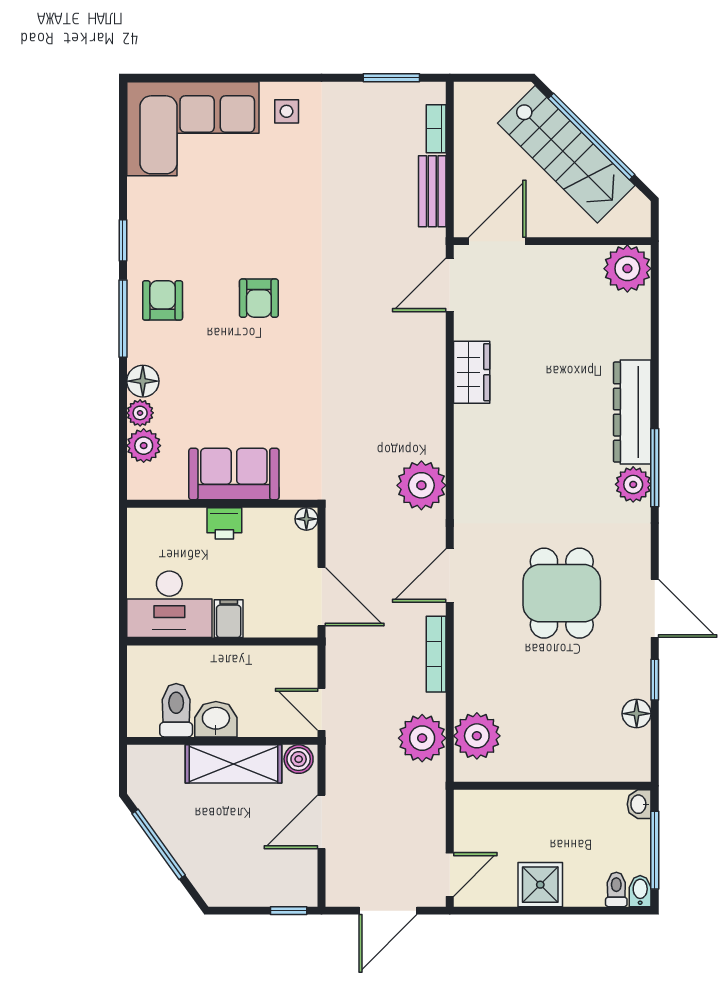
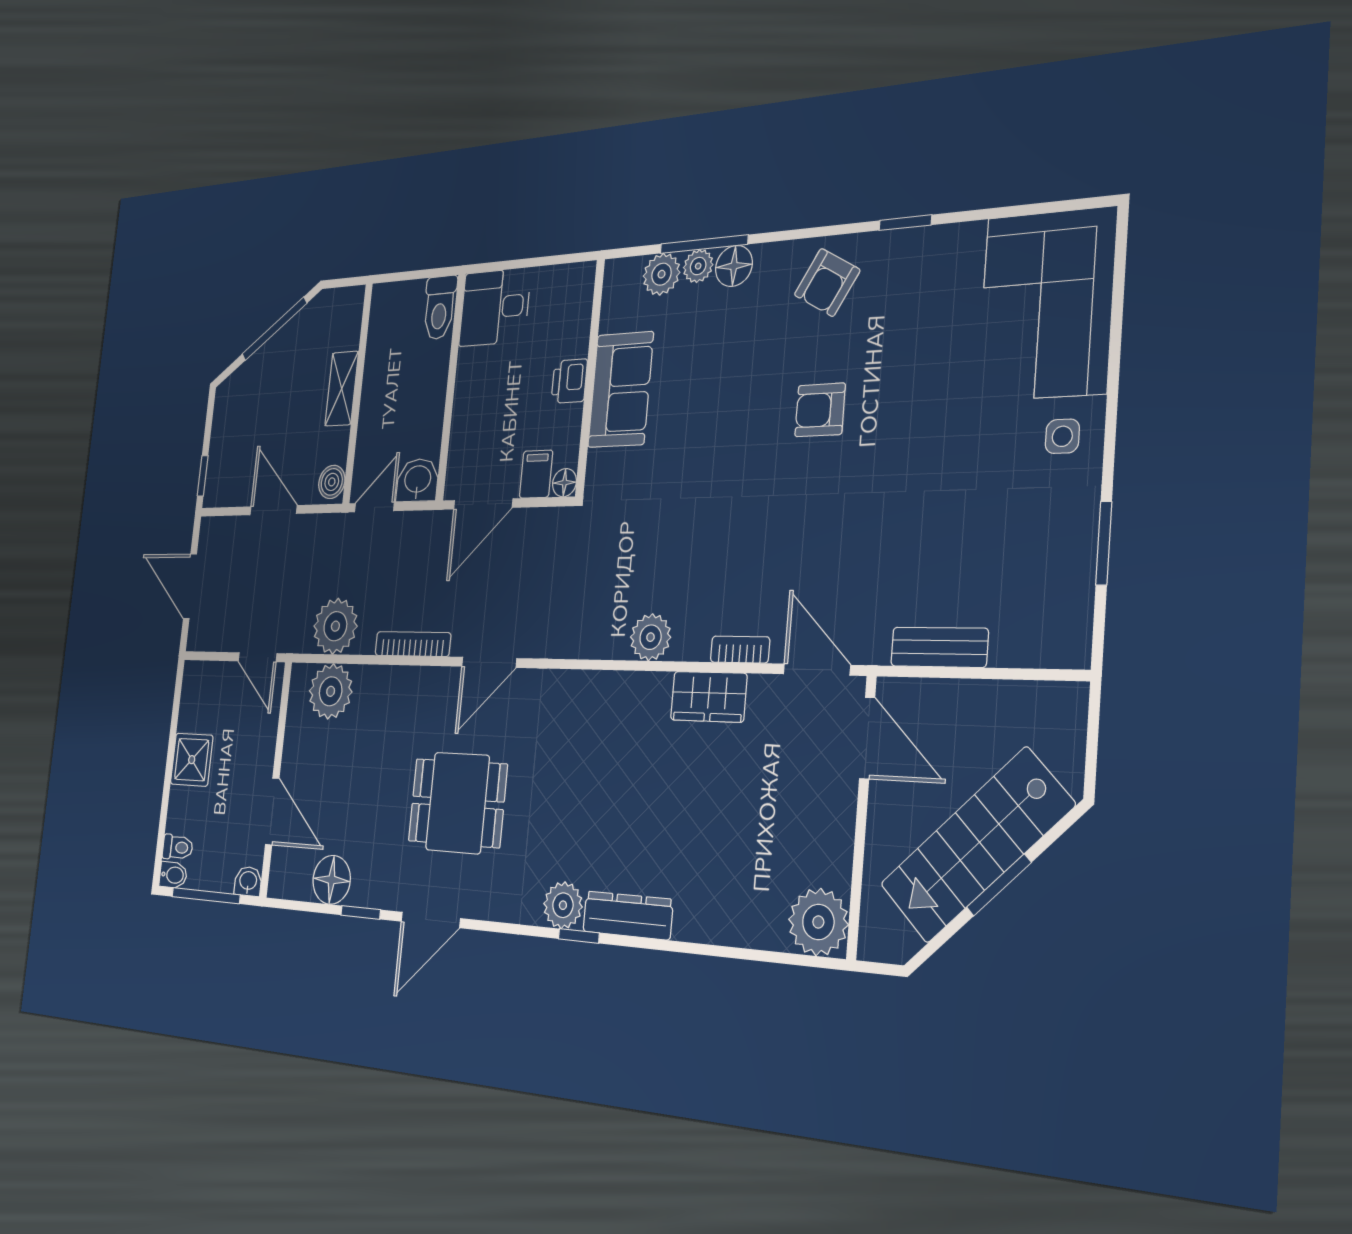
window: (391, 78) -> (1104, 543), moved
bookcase: (436, 129) -> (740, 650), moved
window: (592, 136) -> (999, 885), width x0.47
armchair: (163, 300) -> (827, 282), turned 120
window: (123, 319) -> (704, 244), moved
dresser: (632, 412) -> (628, 915), width x0.73, depth x0.80
window: (655, 468) -> (579, 936), width x0.46
plant: (421, 485) -> (651, 637), moved, width x0.73, depth x0.73
door: (450, 576) -> (489, 662), swing flipped
desk: (169, 604) -> (495, 307), width x0.73
filing cabinet: (229, 619) -> (536, 474), moved, turned -90
toilet: (176, 710) -> (440, 308), moved, turned 90
floor lamp: (637, 714) -> (332, 880), width x1.38, depth x1.38
washbasin: (216, 719) -> (418, 480), moved, turned -90
shelving: (233, 764) -> (342, 389), width x0.67, depth x0.75
door: (579, 786) -> (272, 811), added
door: (450, 874) -> (257, 657), moved

